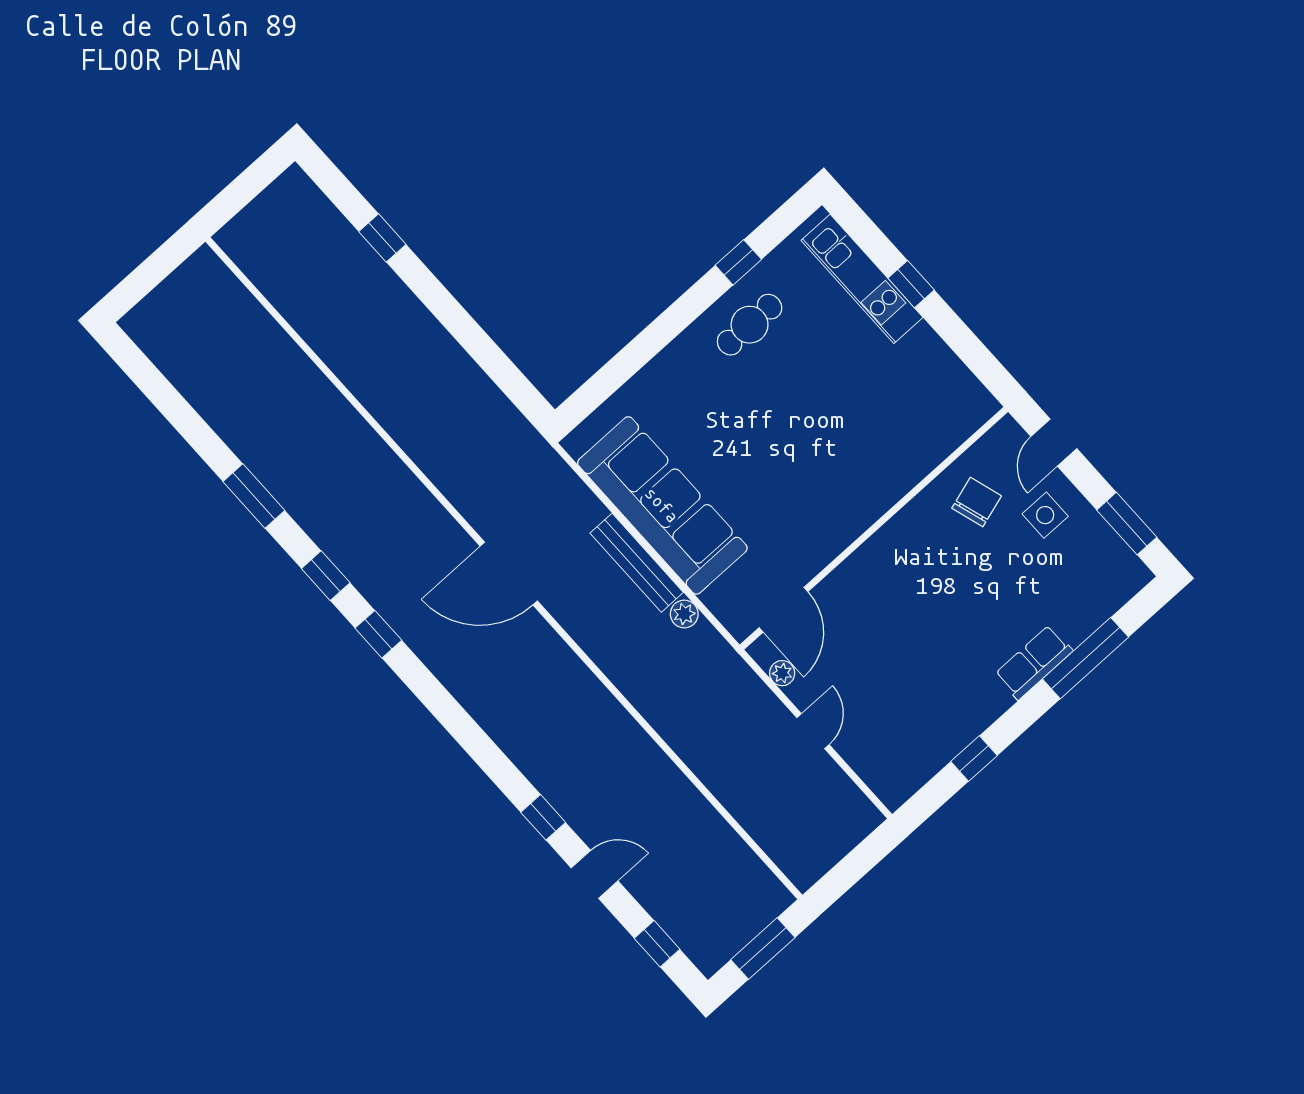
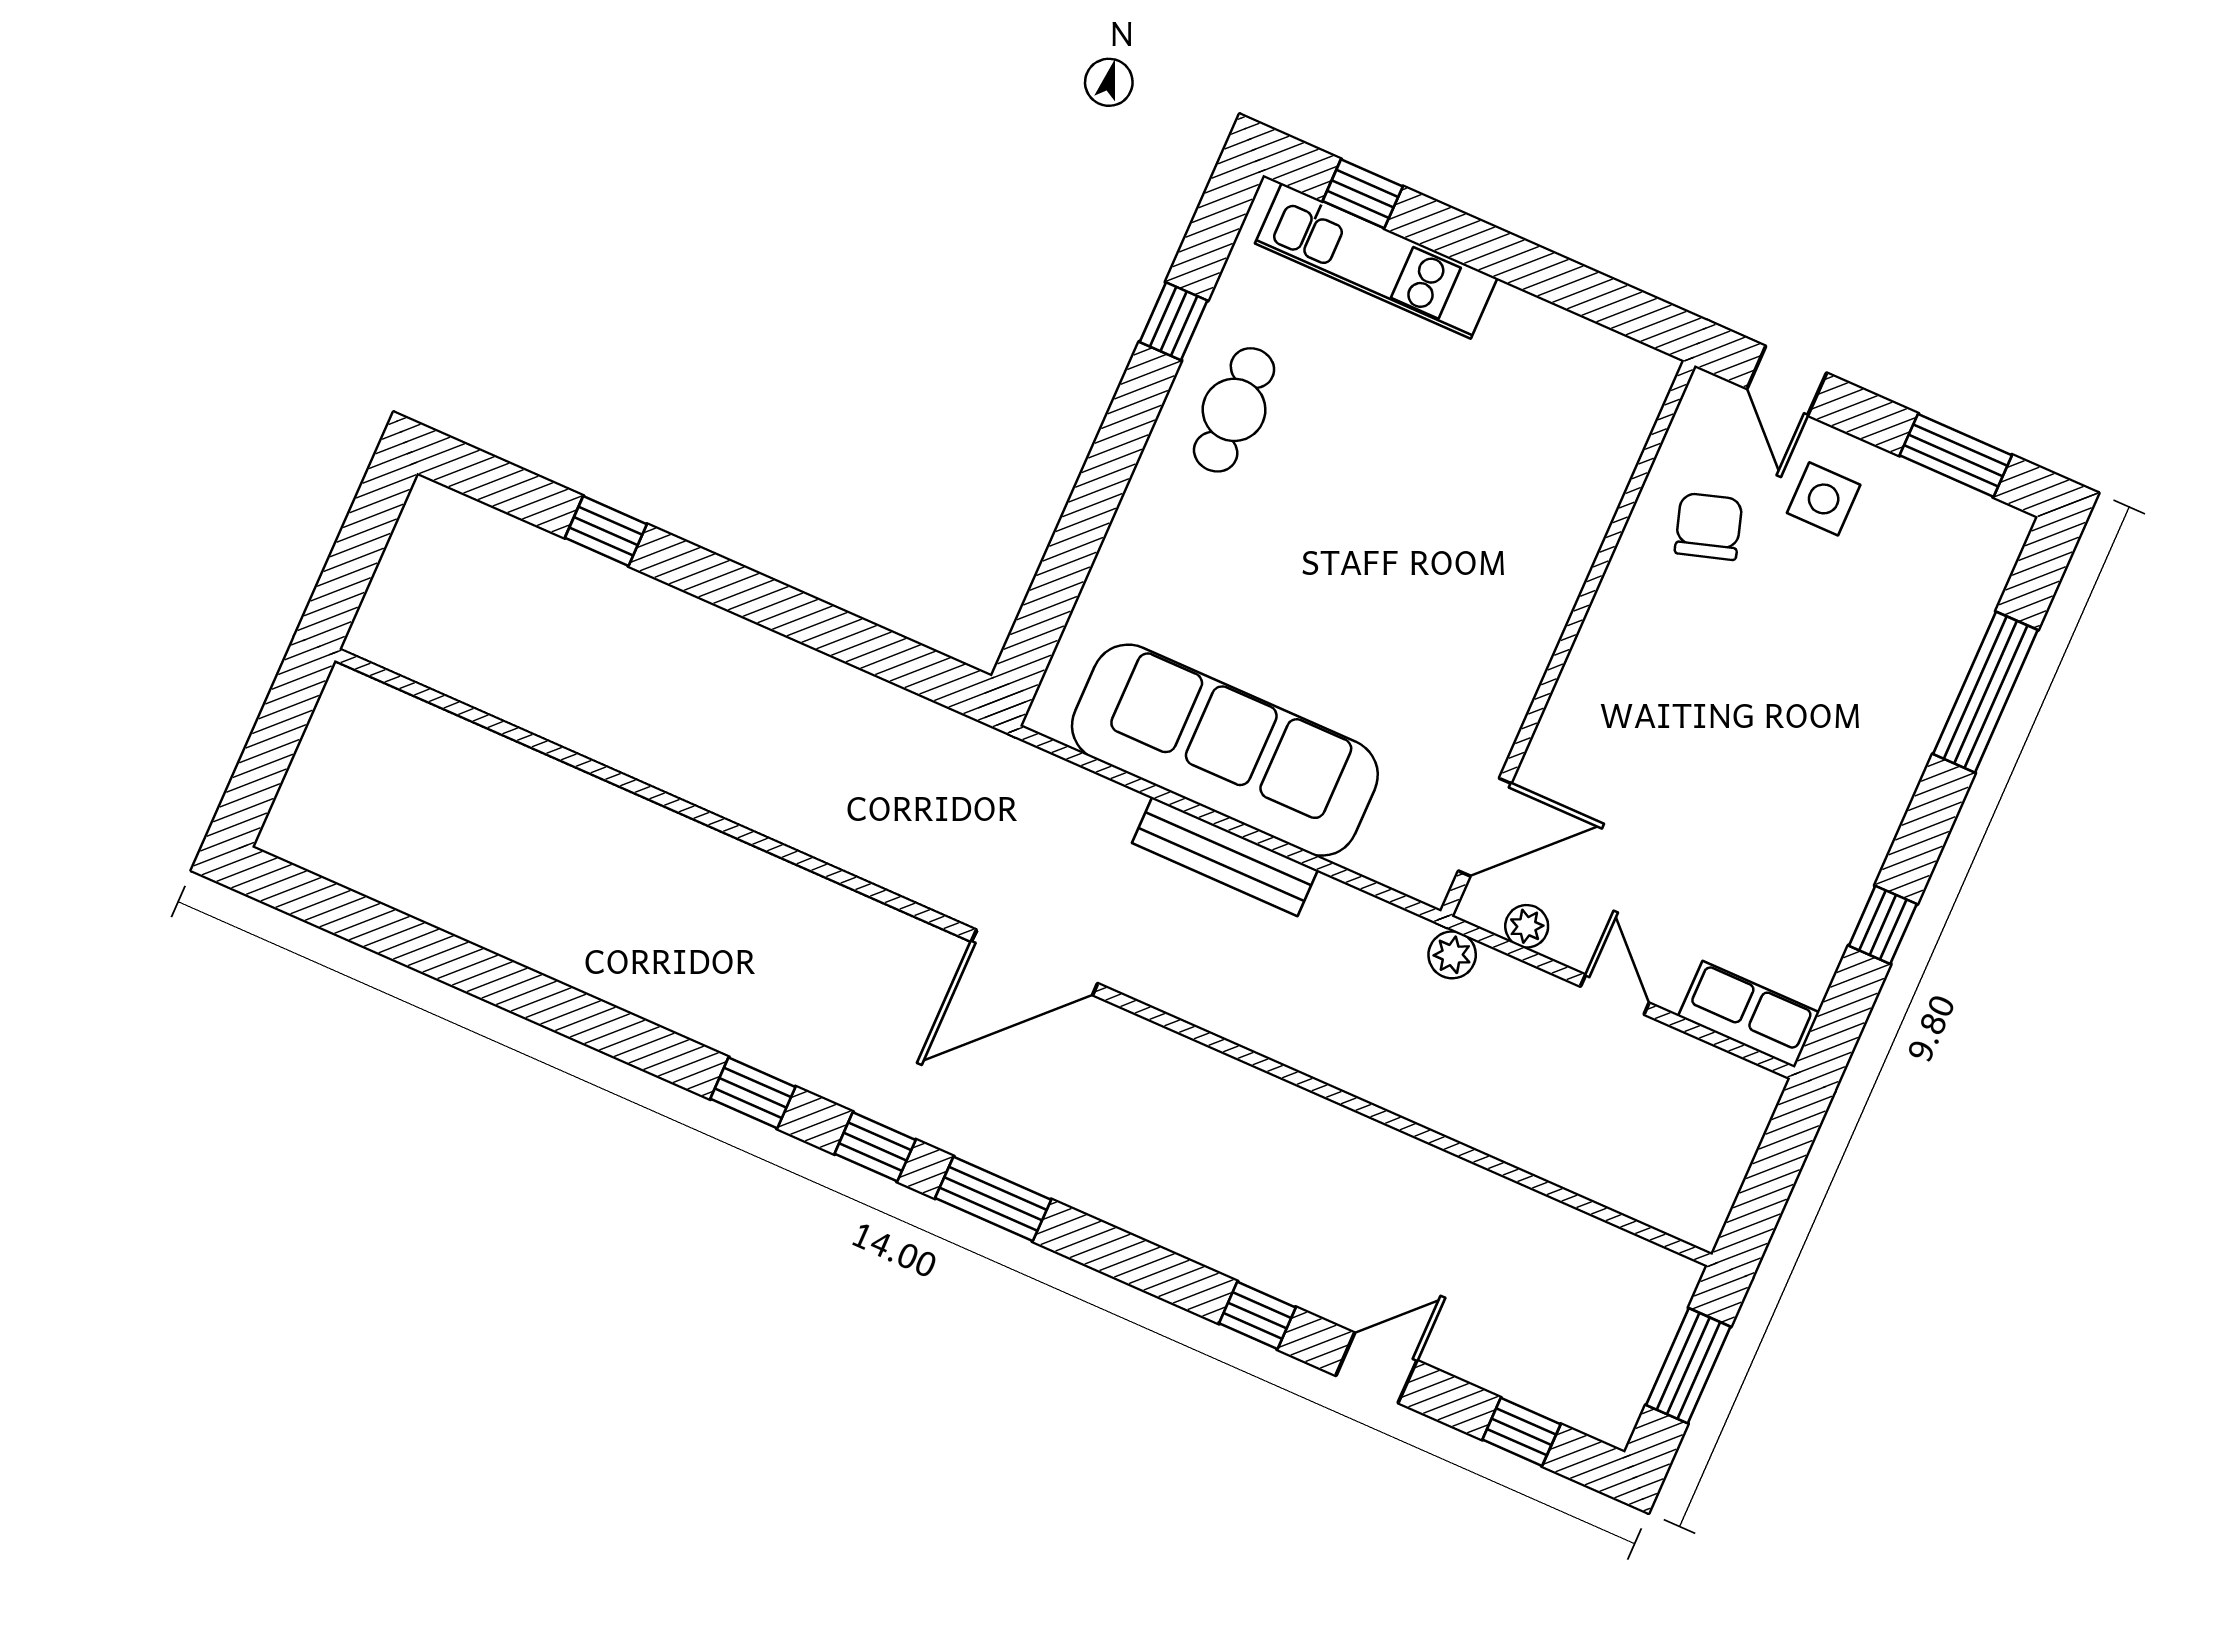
window: (911, 284) -> (1363, 194), moved
window: (254, 496) -> (993, 1199), moved
door: (784, 610) -> (1485, 827), hinge flipped
plant: (684, 614) -> (1452, 955), moved
row of seats: (1034, 662) -> (1748, 1014), moved, turned 90

